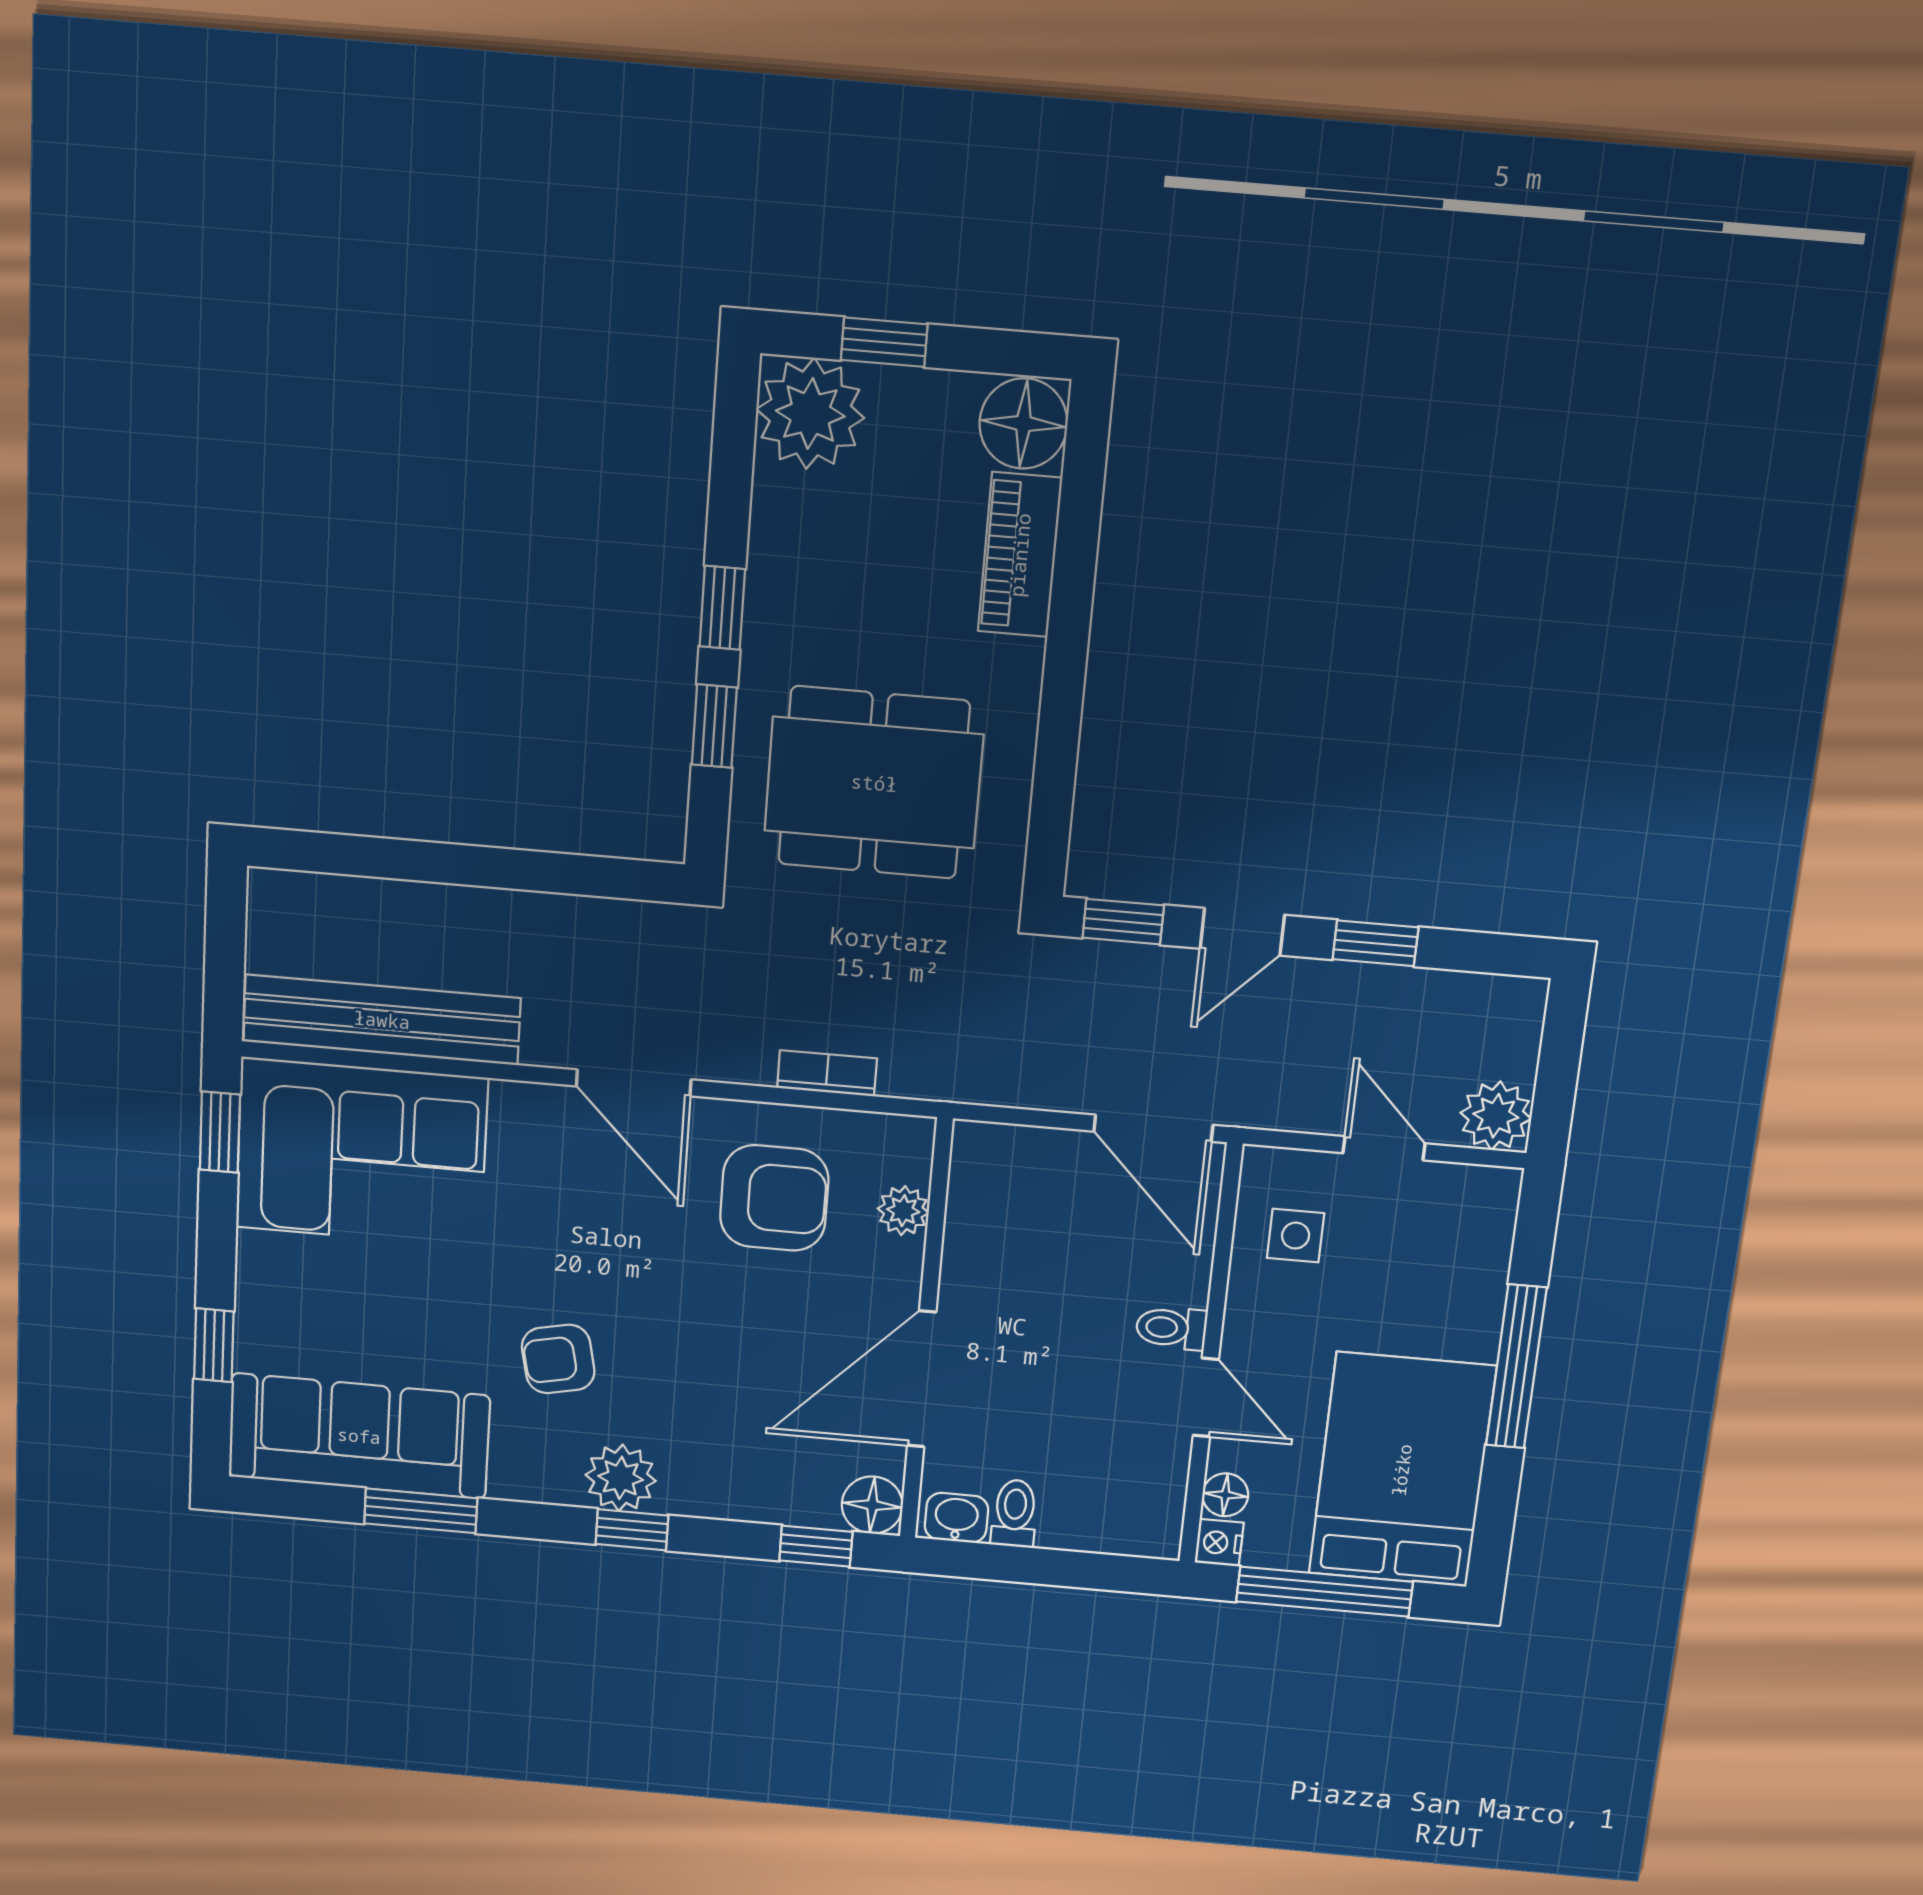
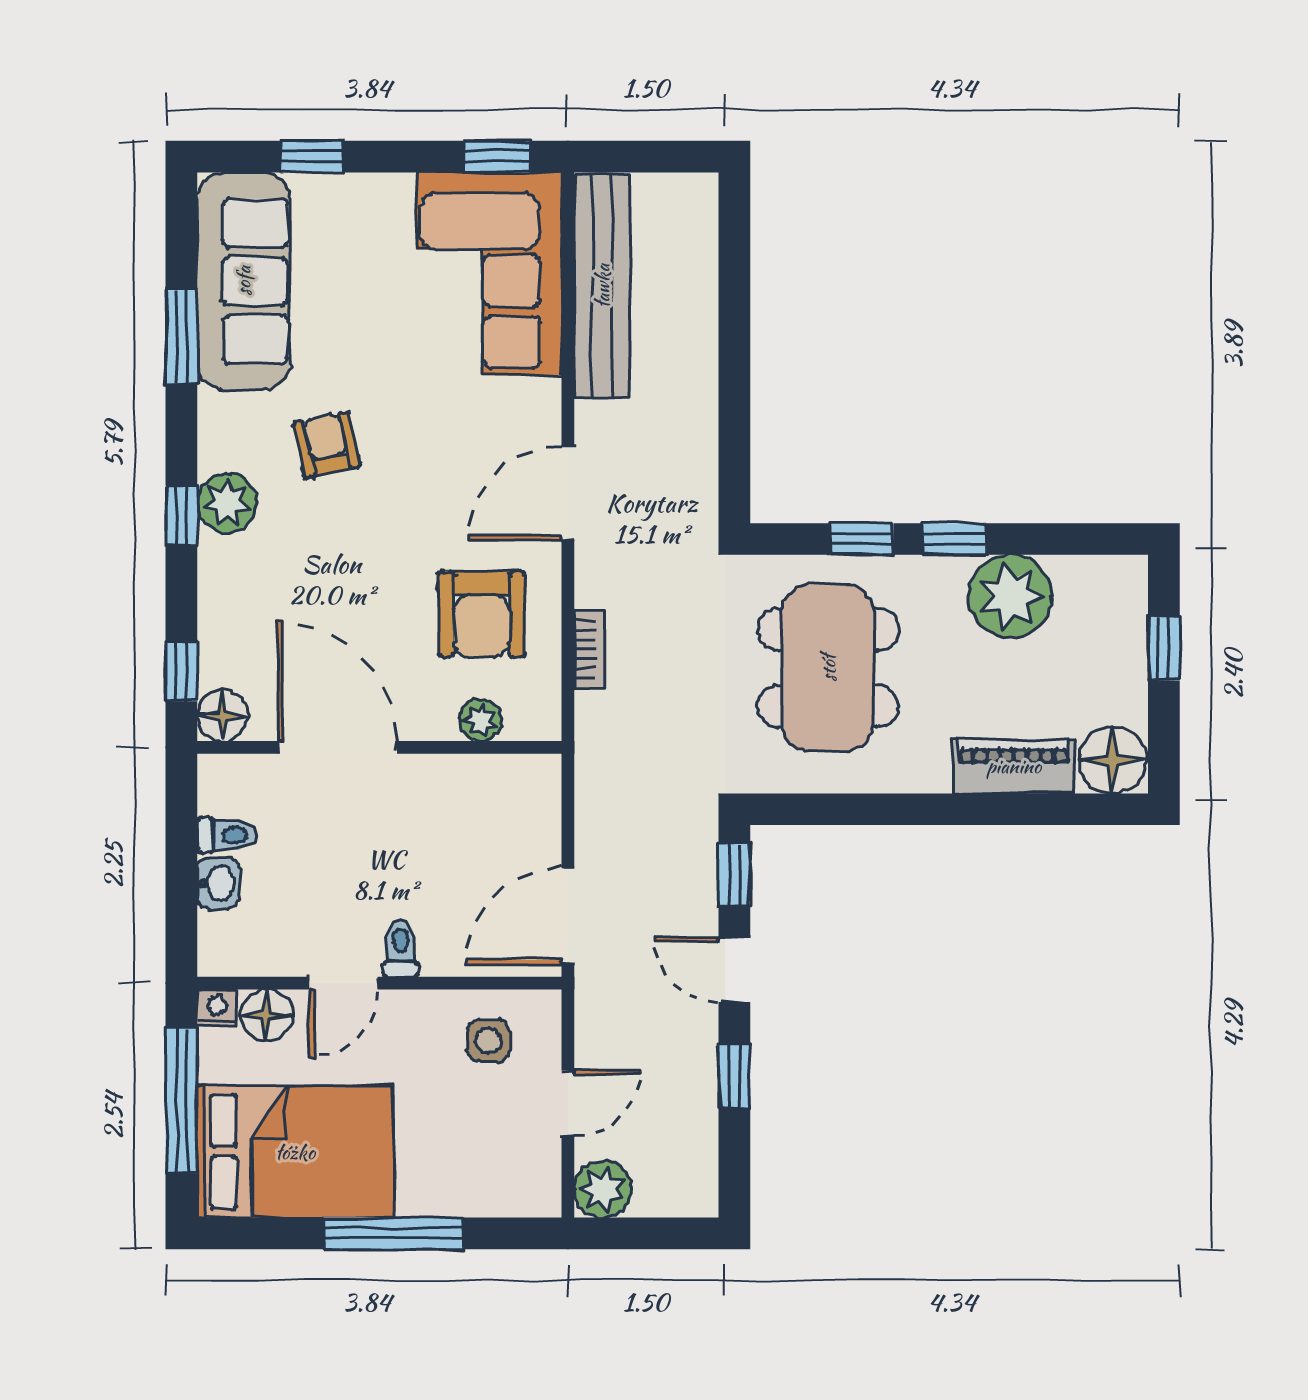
plant: (810, 414) -> (1010, 596), moved
floor lamp: (1225, 1495) -> (267, 1015), width x1.37, depth x1.37
washbasin: (956, 1518) -> (218, 883), moved

